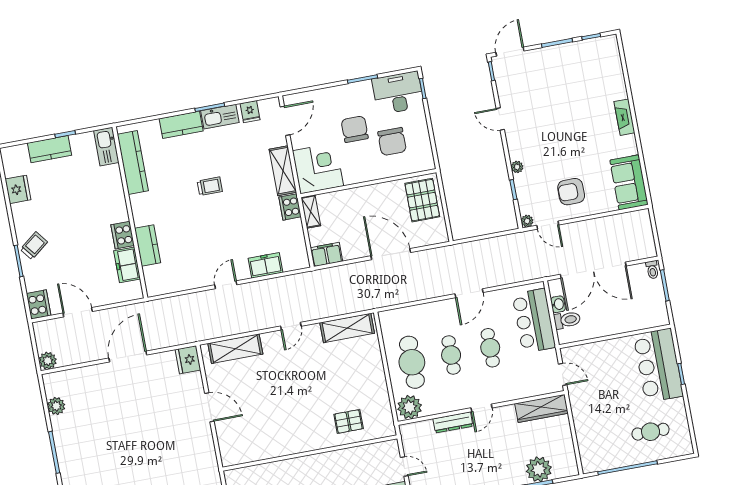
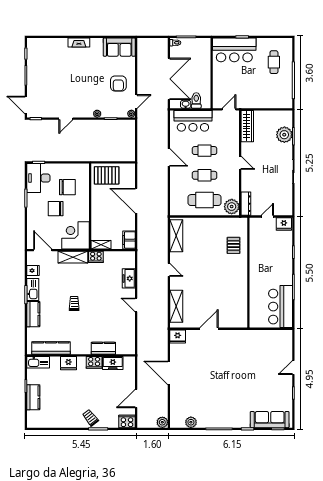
fridge: (18, 189) -> (68, 363), moved, turned 180
door: (391, 254) -> (136, 201), hinge flipped
dresser: (453, 422) -> (246, 204), moved

